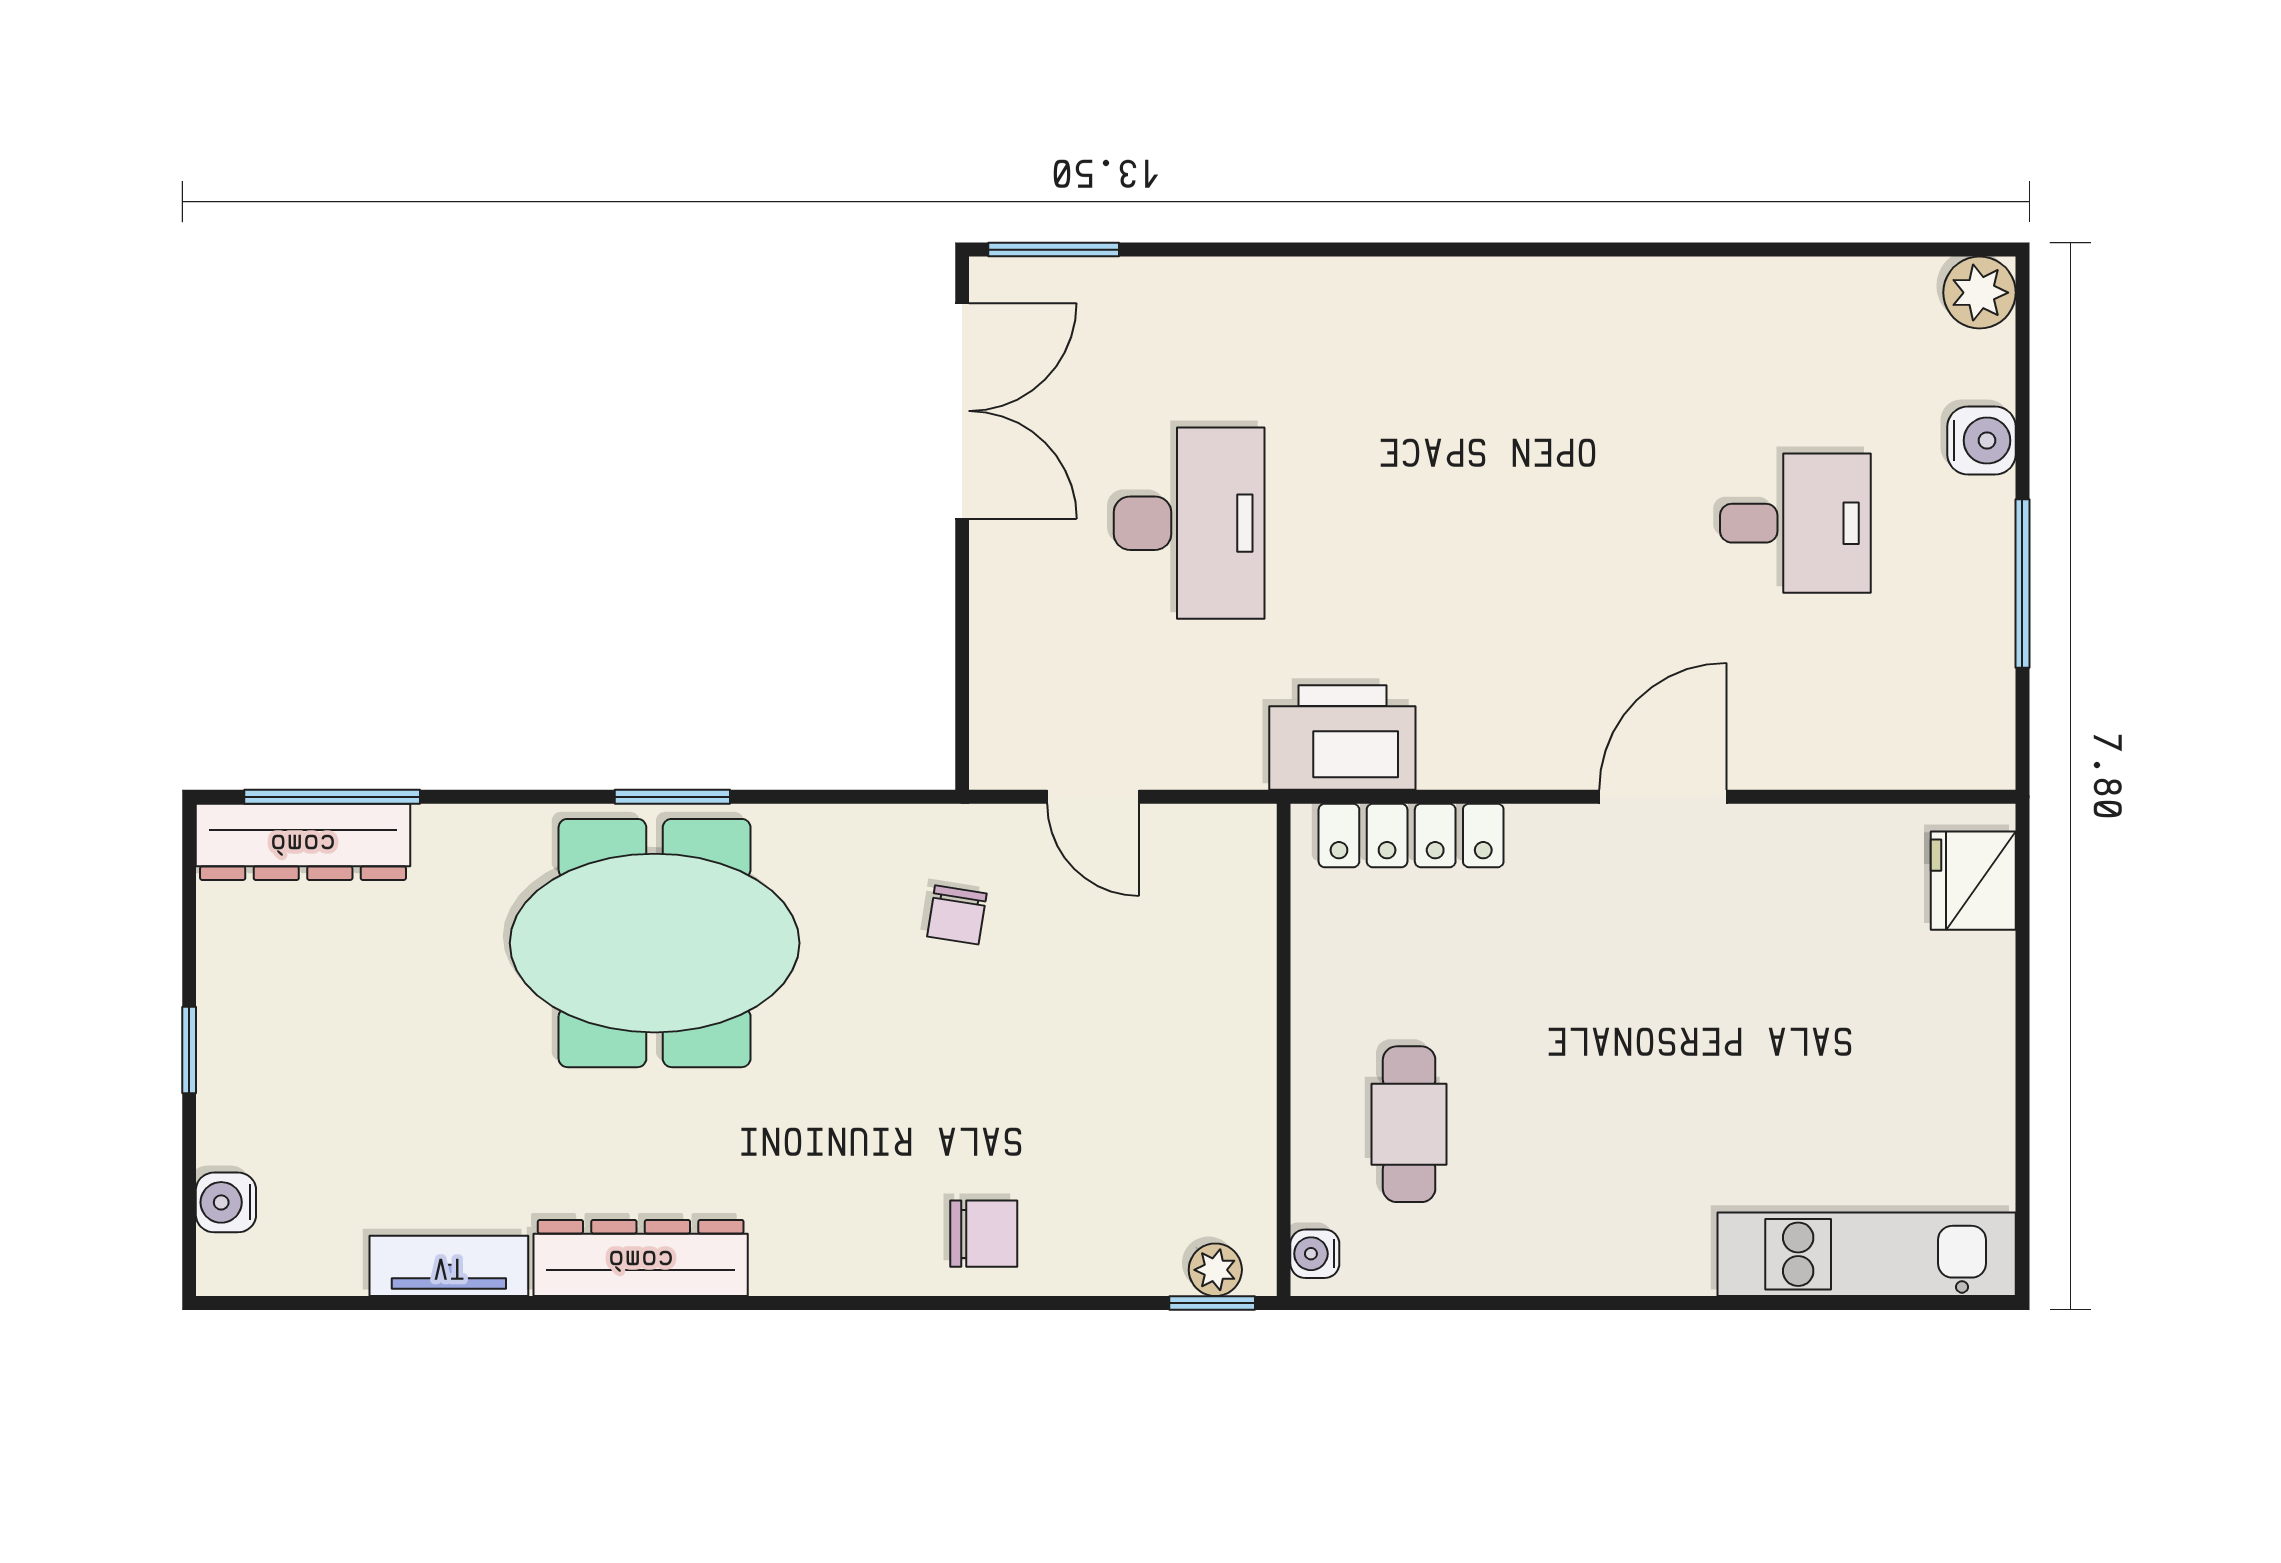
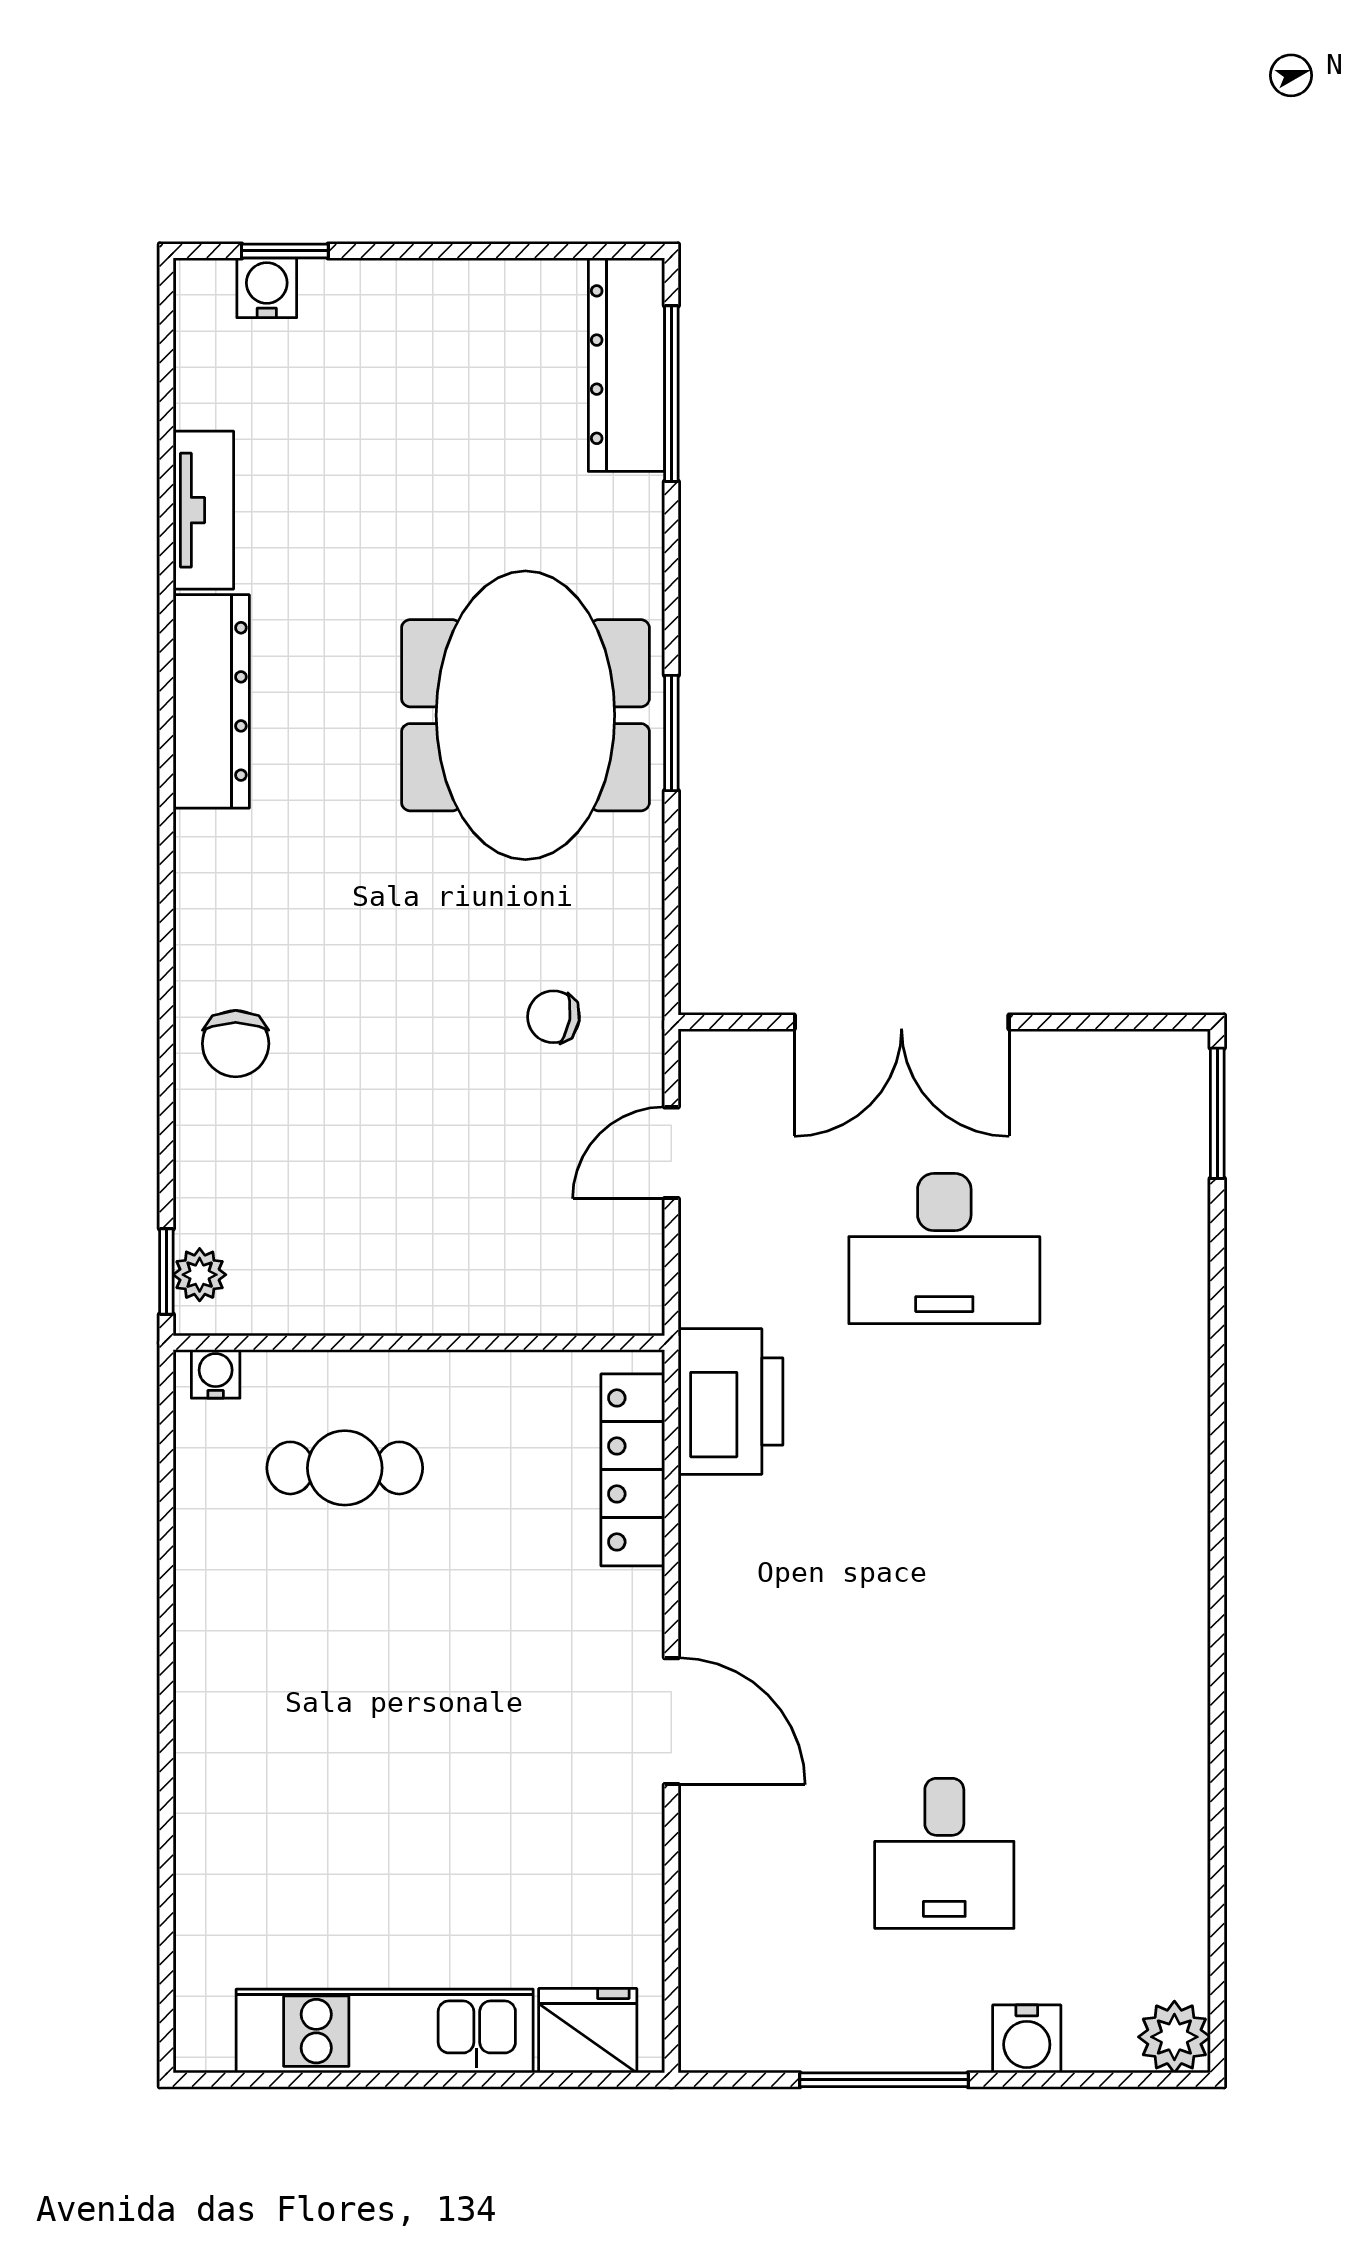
double door: (962, 411) -> (902, 1022), moved
window: (189, 1050) -> (285, 251), moved
kitchen unit: (1867, 1254) -> (385, 2031), moved, turned -90

